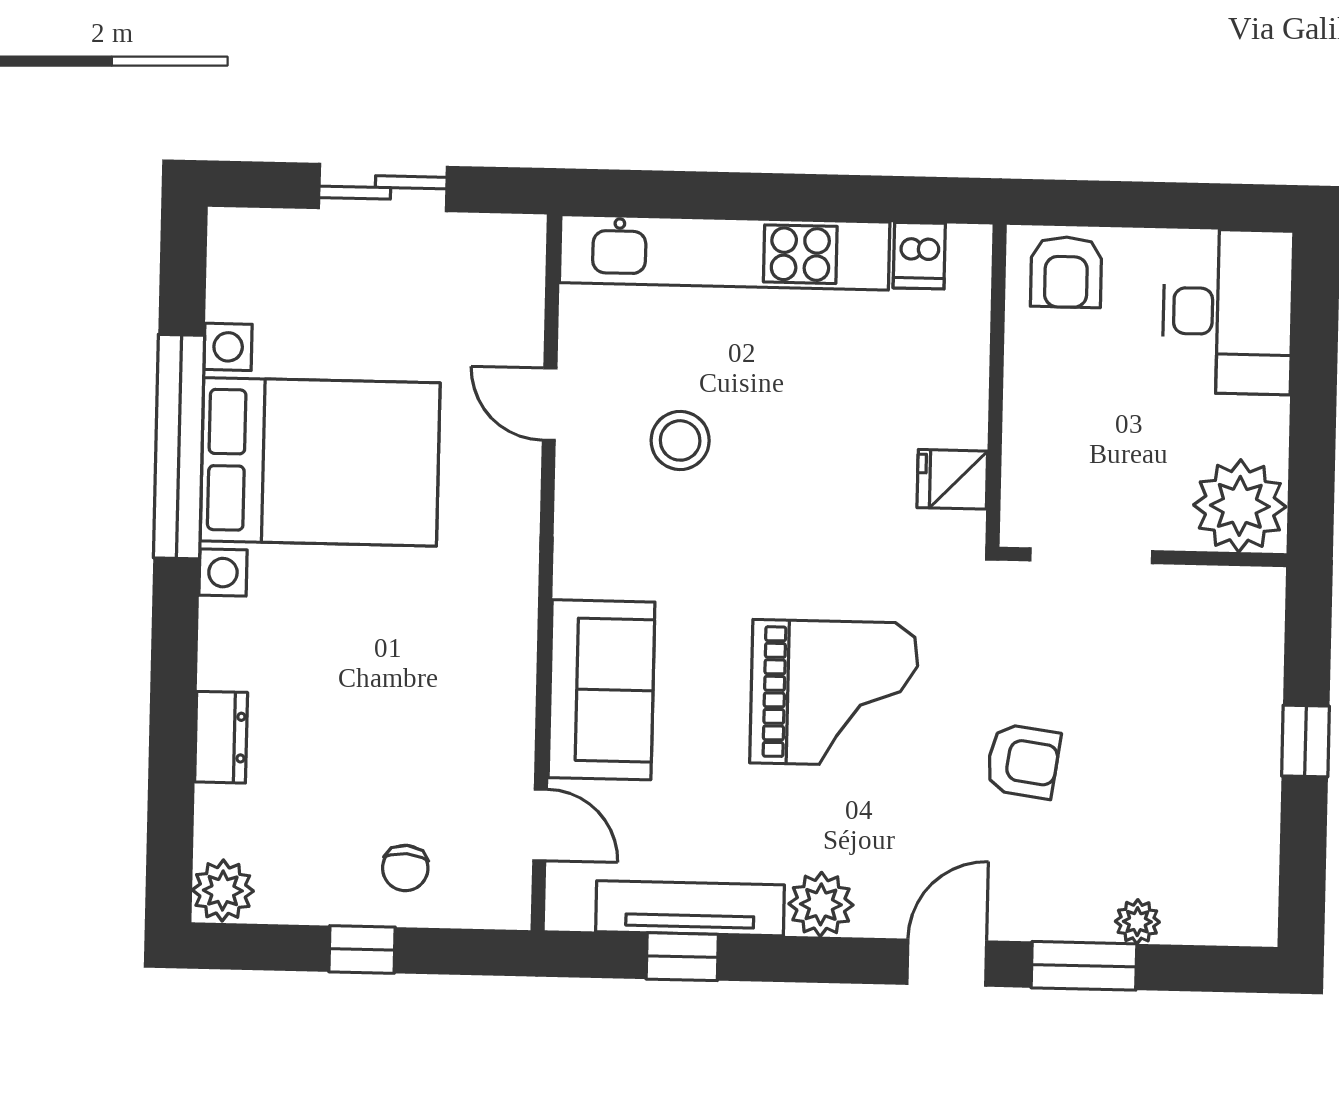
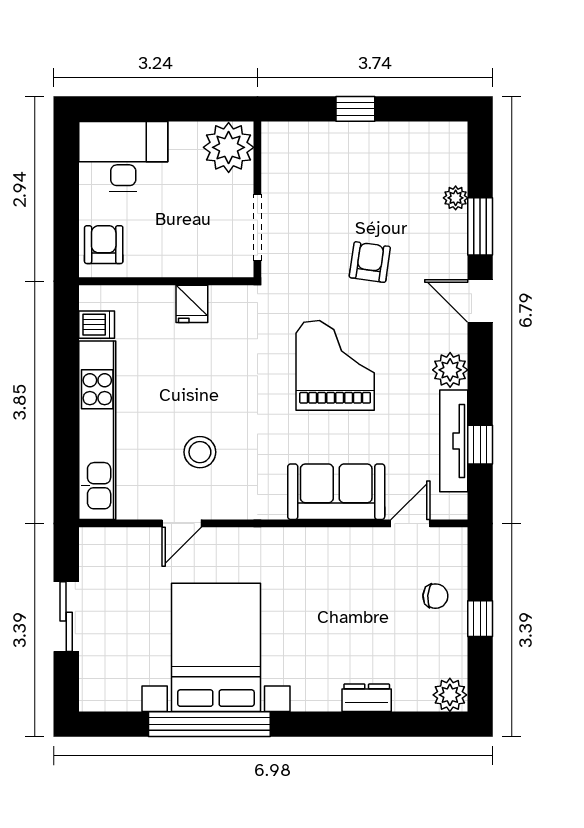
armchair: (1066, 272) -> (104, 245), turned -90
fridge: (952, 479) -> (192, 304), moved

